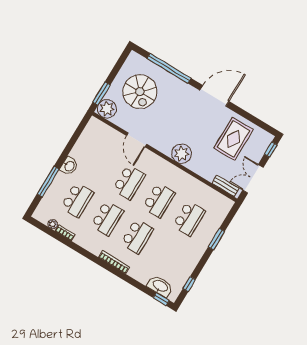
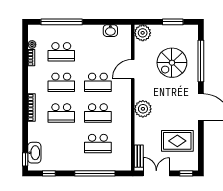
spiral stairs: (140, 92) -> (172, 63), moved
window: (101, 94) -> (173, 22), moved
washbasin: (69, 166) -> (110, 31), moved
window: (48, 182) -> (62, 22), width x1.46
window: (216, 239) -> (95, 173), width x2.11

